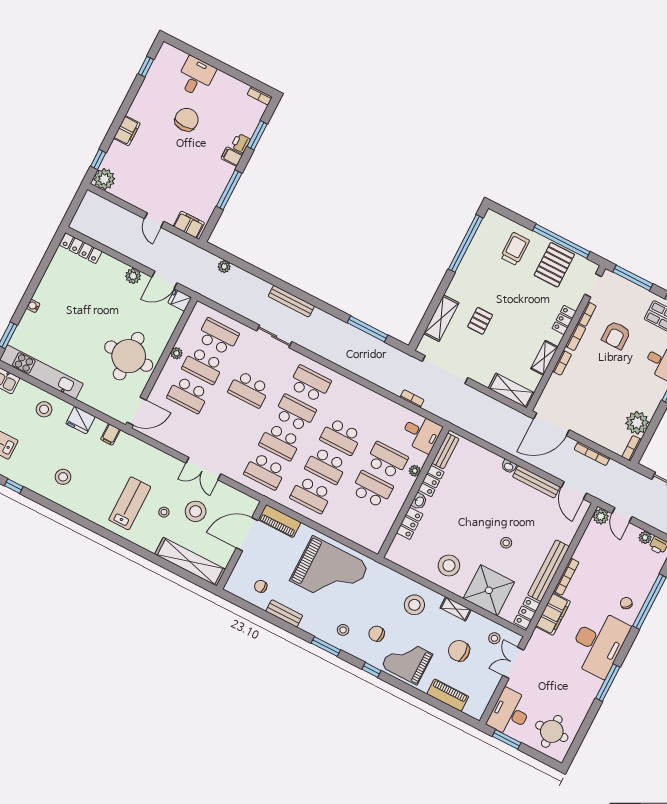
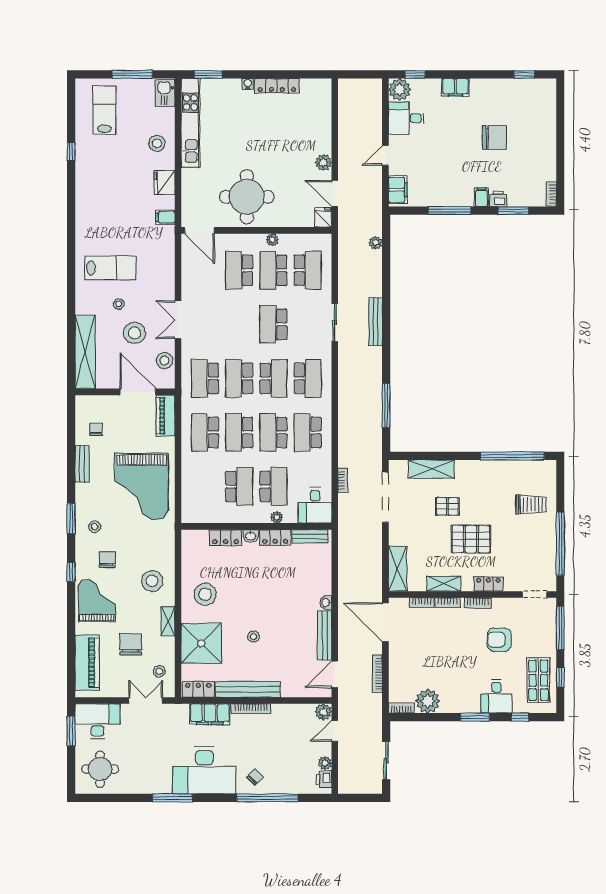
desk: (196, 77) -> (406, 118), moved, turned 180
locker: (81, 248) -> (277, 86), moved, turned -90
pallet: (554, 265) -> (471, 539), moved
bookcase: (587, 314) -> (422, 603), moved
school desk: (356, 407) -> (308, 432), added
stool: (63, 477) -> (164, 361), moved
piano: (448, 695) -> (87, 663), width x1.37, depth x1.33

